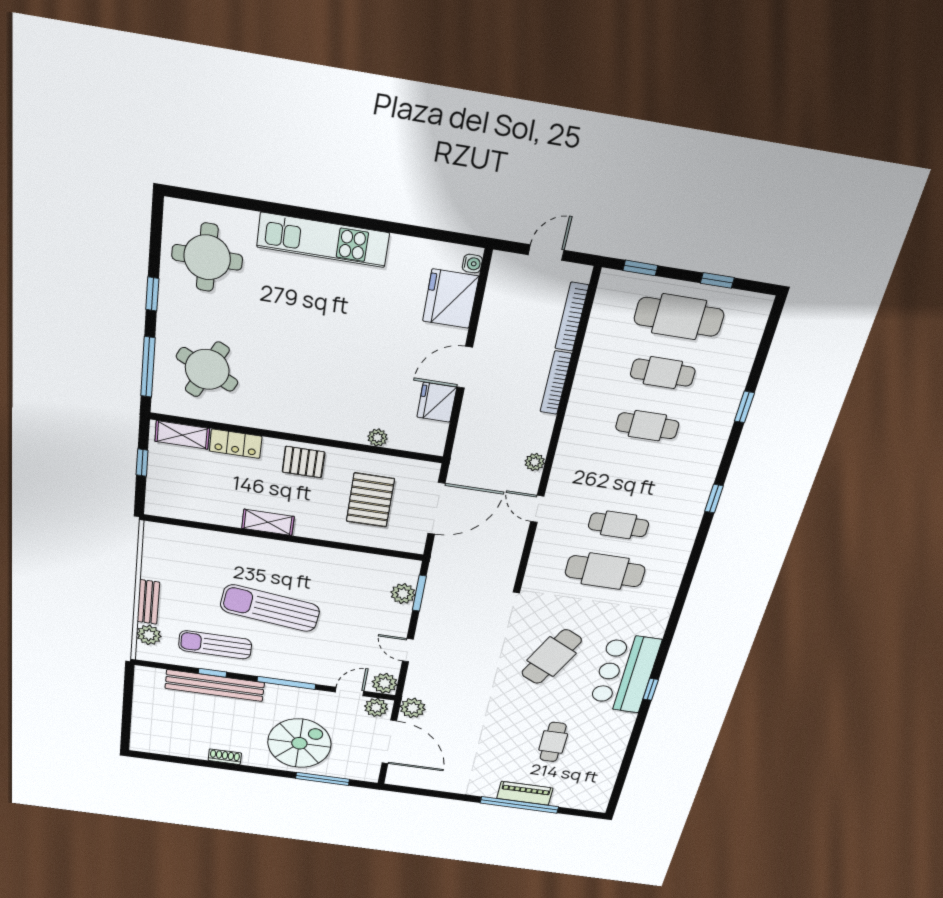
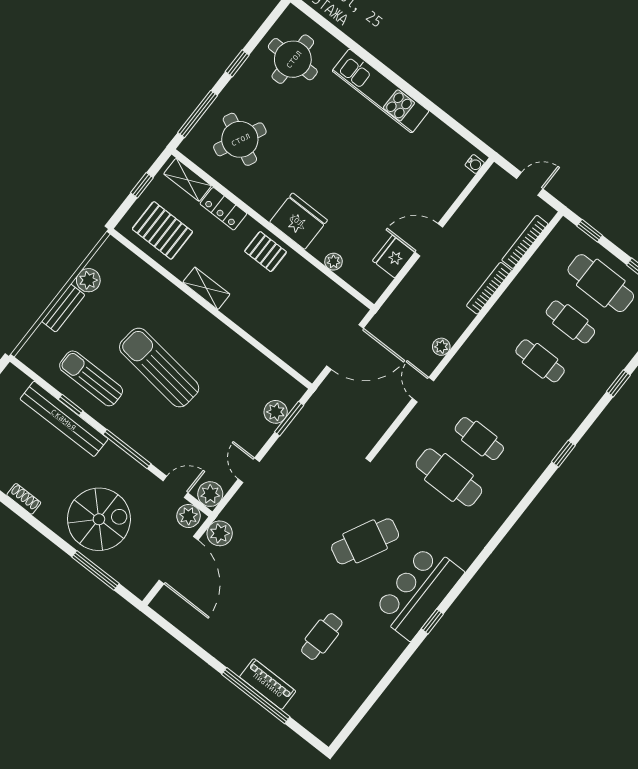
fridge: (451, 299) -> (299, 221), moved, turned 90
pallet: (370, 500) -> (162, 230), moved, turned 90
plant: (149, 635) -> (88, 280), moved

